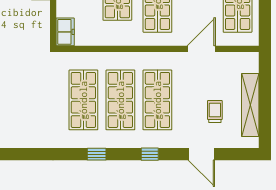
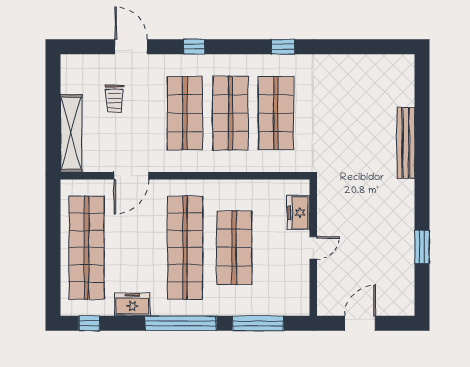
freezer: (65, 32) -> (298, 213), moved
shelving: (250, 105) -> (71, 133), moved
window: (97, 154) -> (283, 47), moved

